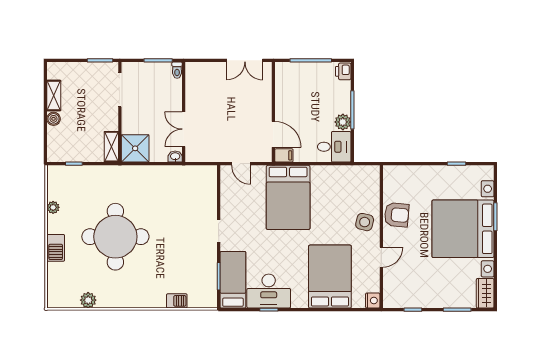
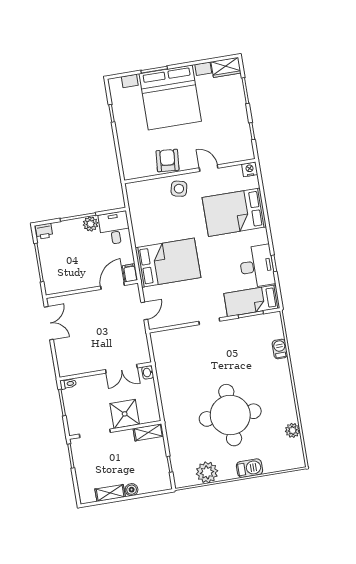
shower: (135, 148) -> (125, 414), moved
plant: (53, 207) -> (207, 472), width x1.87, depth x1.87

